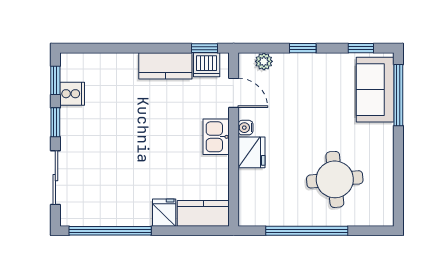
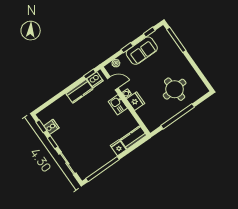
sofa: (375, 90) -> (142, 51), moved, turned -90

